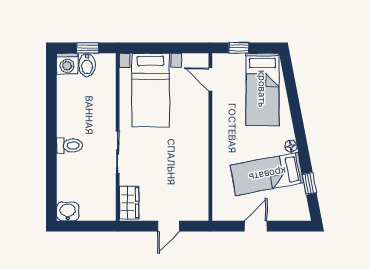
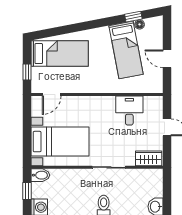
bidet: (87, 65) -> (40, 175), moved
floor lamp: (291, 146) -> (140, 24), moved
desk: (190, 178) -> (129, 111), added

